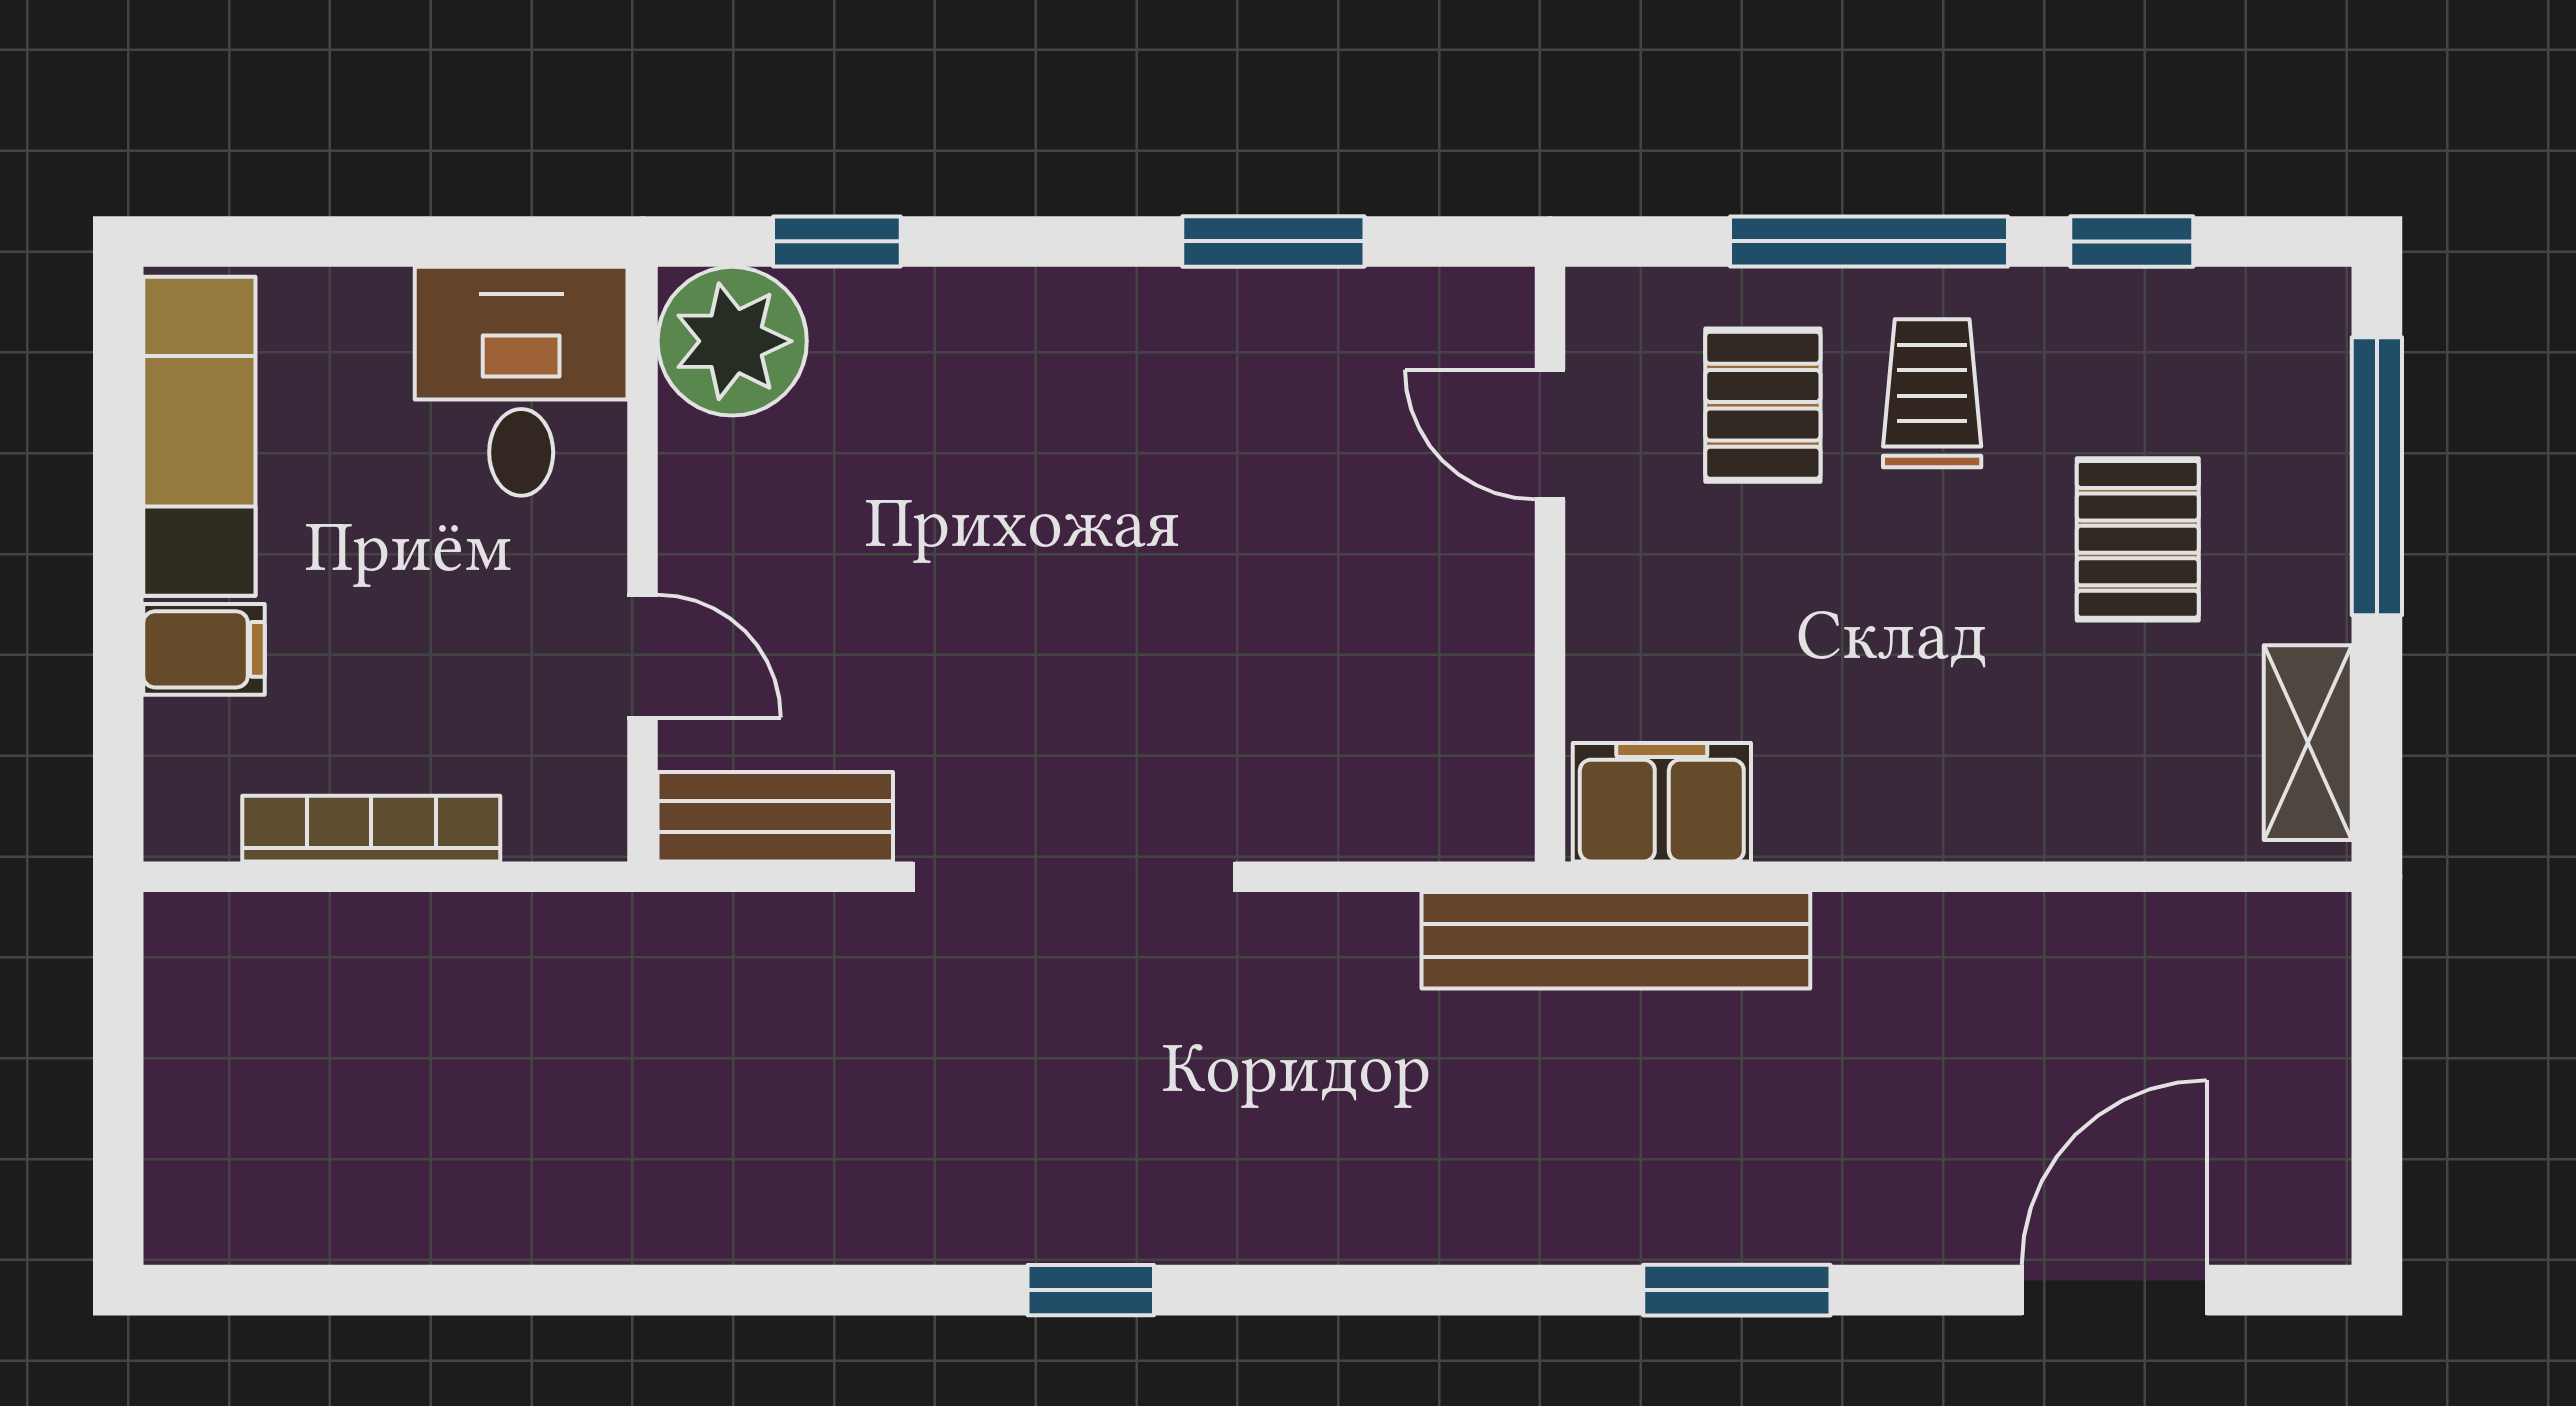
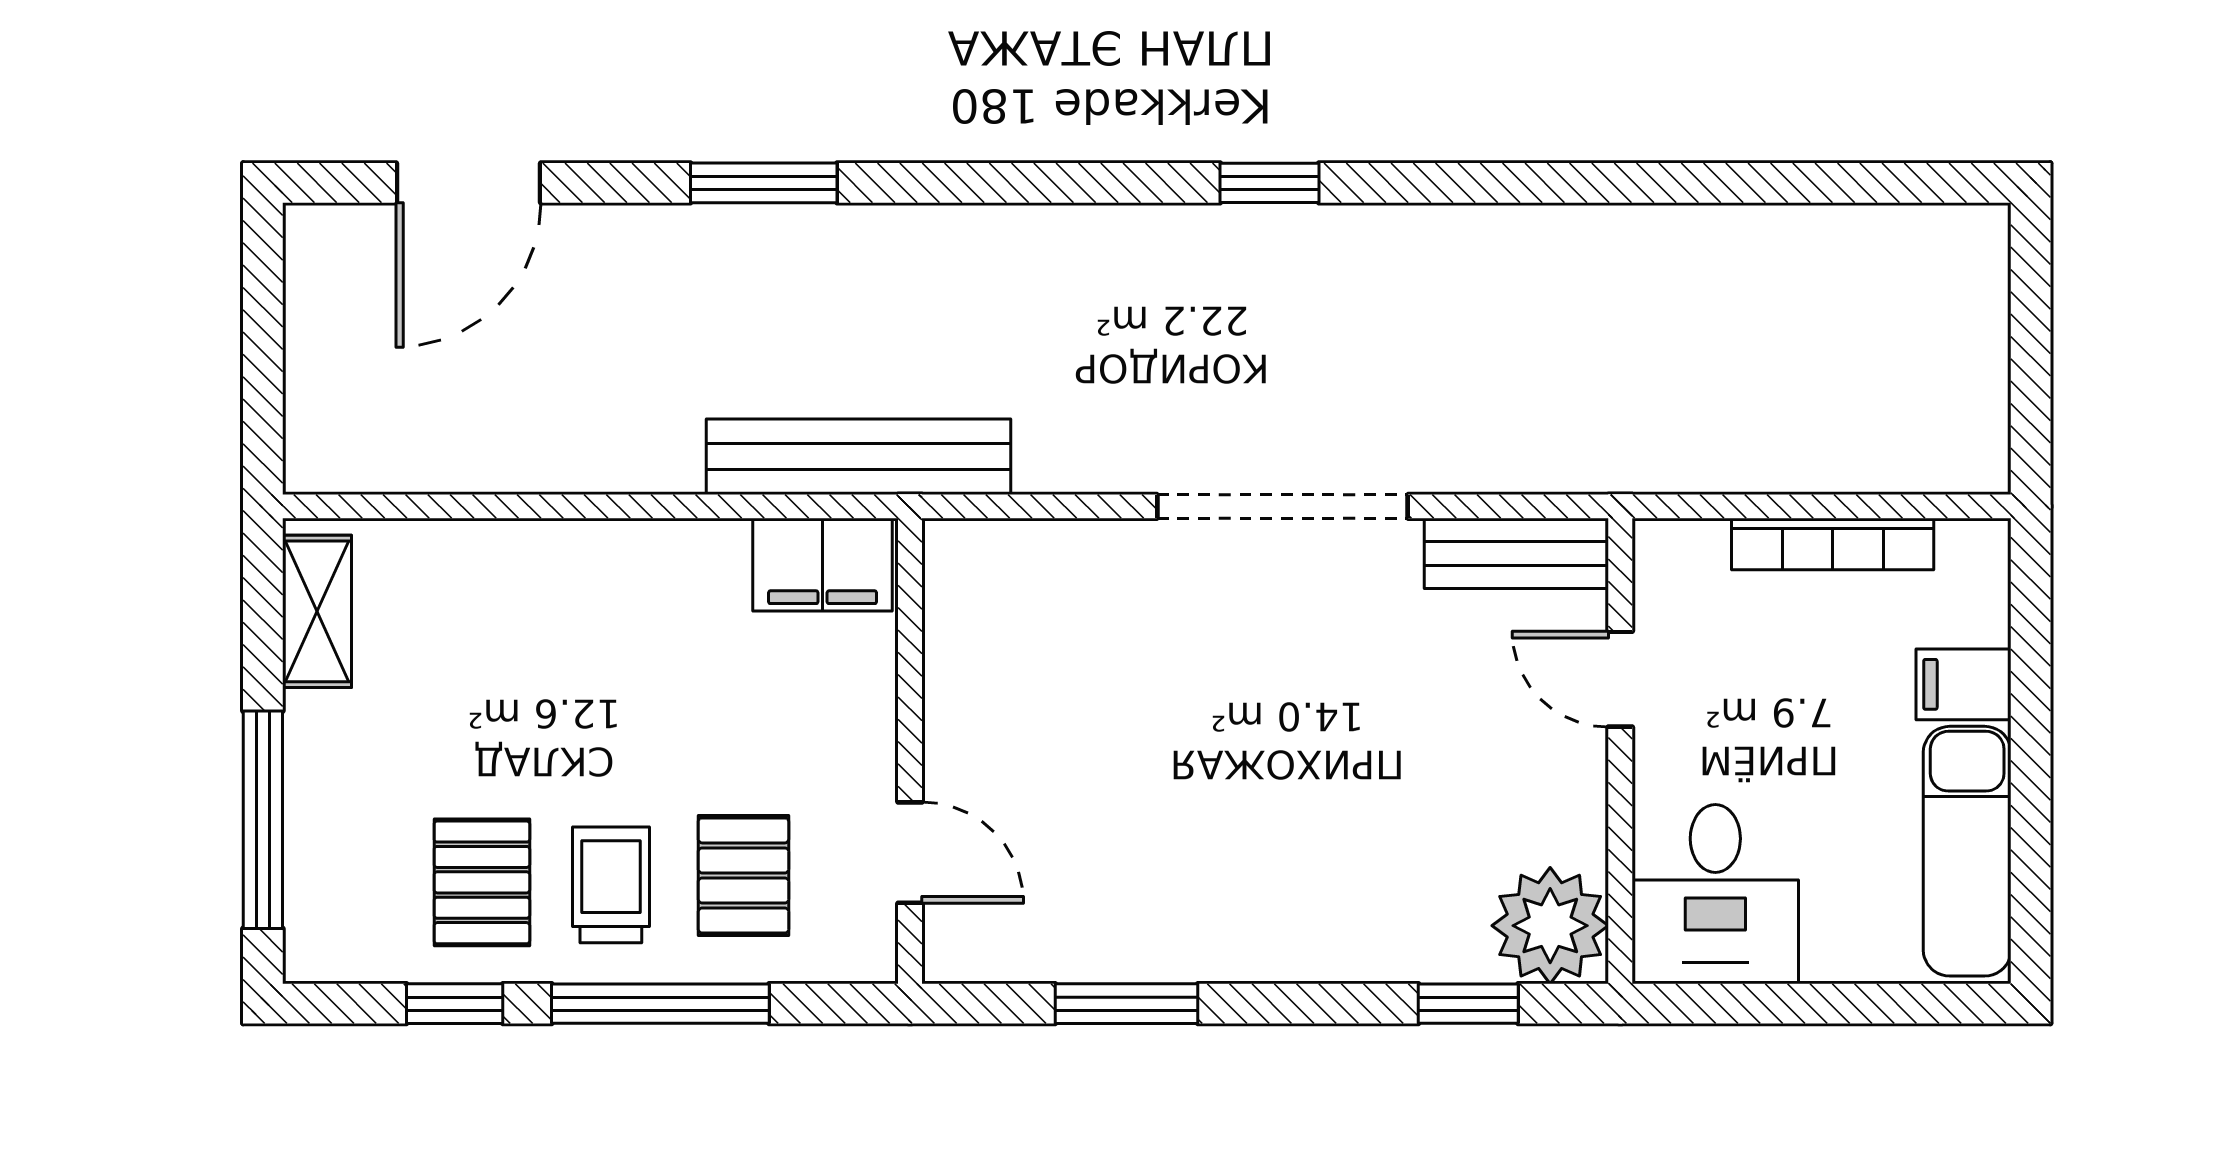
trolley: (1932, 393) -> (611, 885), turned 180
pallet: (2138, 539) -> (482, 882), moved

